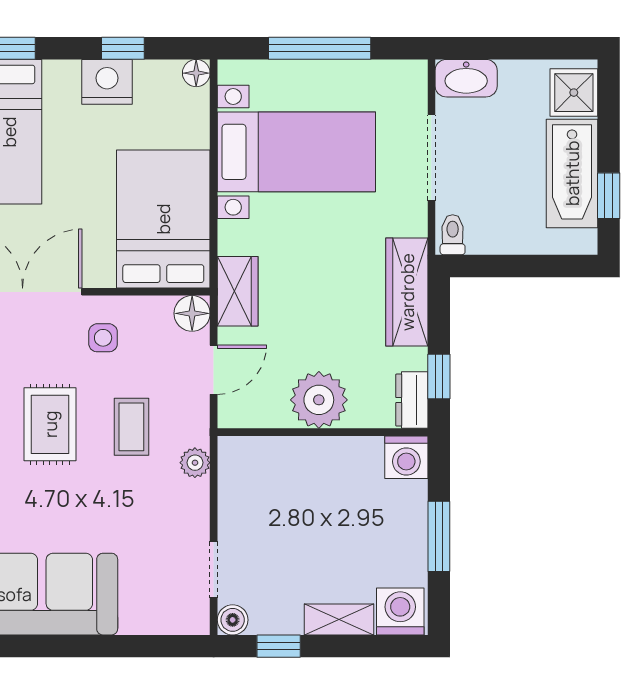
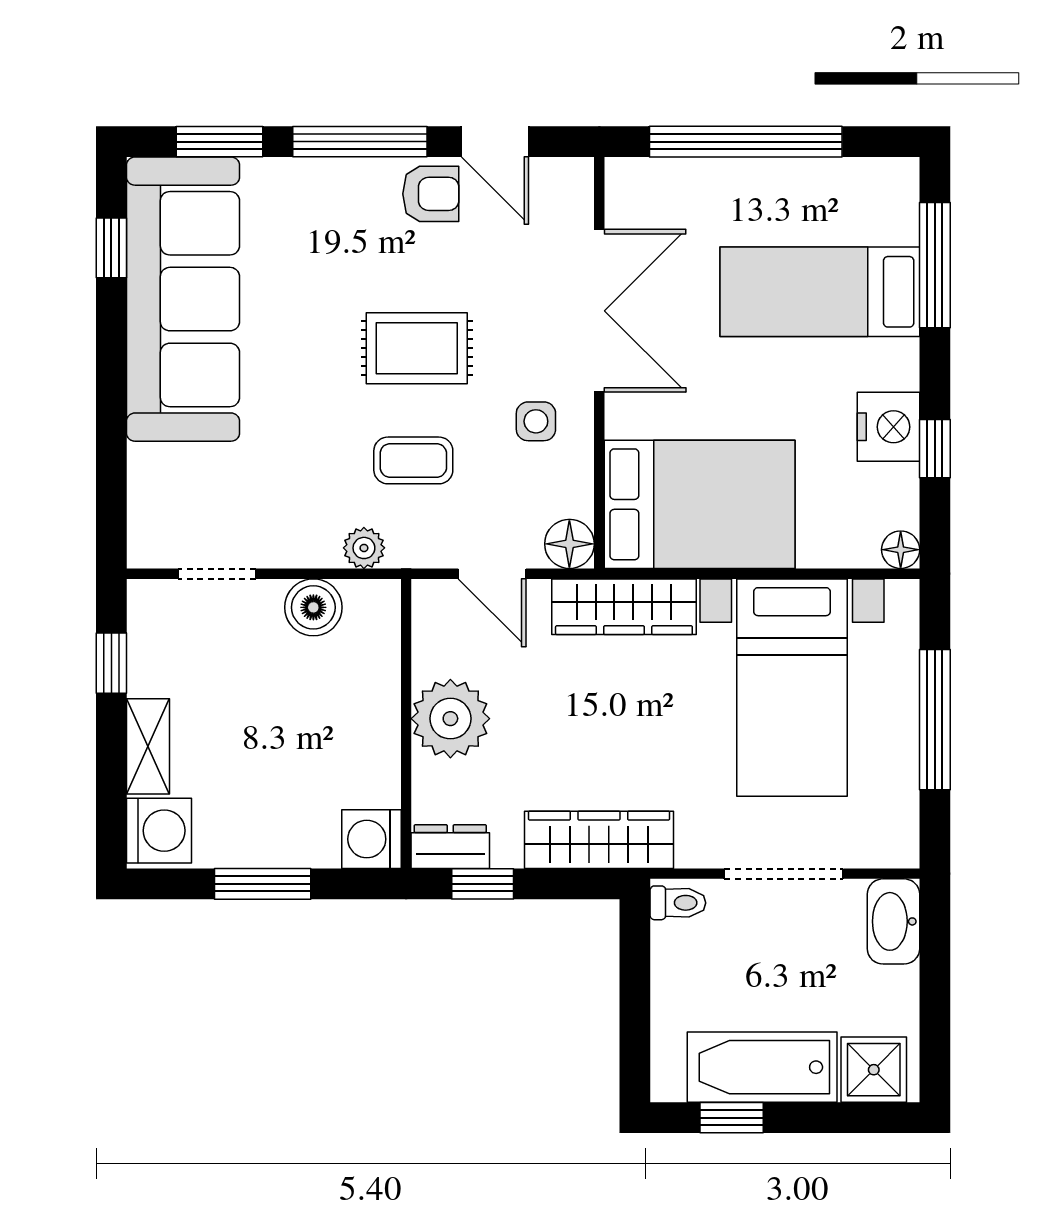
wardrobe: (238, 291) -> (624, 607), width x1.50
boiler: (233, 620) -> (313, 607), moved, width x1.36, depth x1.36

